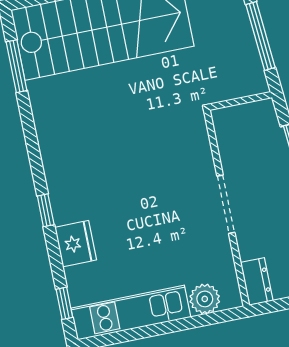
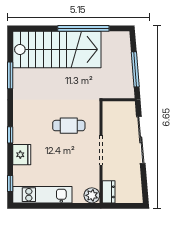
window: (17, 66) -> (10, 75), moved
cafe table: (155, 170) -> (69, 126), added
plant: (205, 299) -> (92, 195), moved

